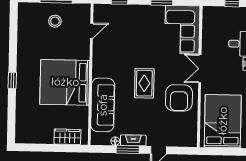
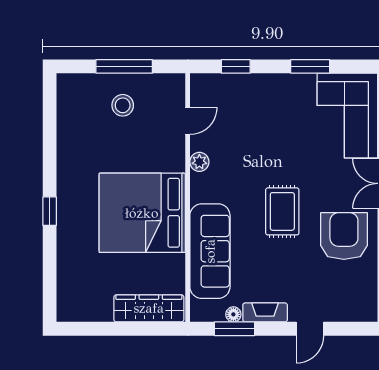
plant: (98, 54) -> (199, 162), added
armchair: (179, 98) -> (344, 236), turned 180
wardrobe: (67, 137) -> (149, 308), width x1.50
window: (128, 149) -> (234, 329), moved

